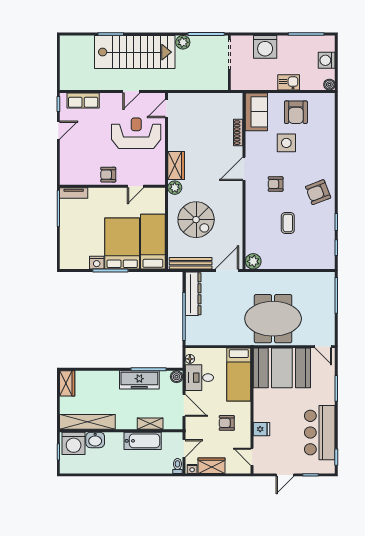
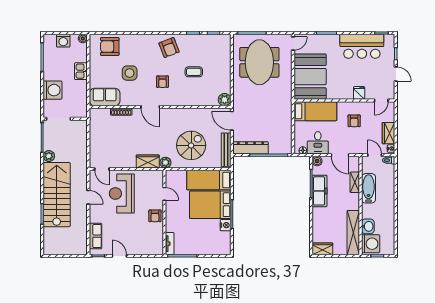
armchair: (296, 112) -> (110, 46), moved, turned 180
meeting table: (273, 319) -> (259, 62), moved
door: (184, 405) -> (340, 155), swing flipped

